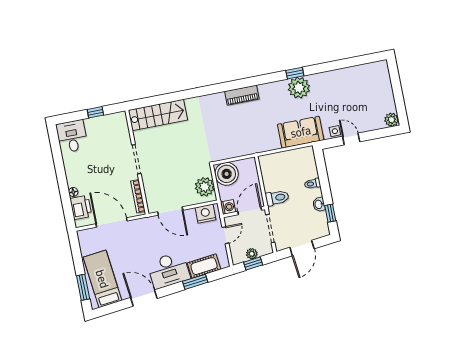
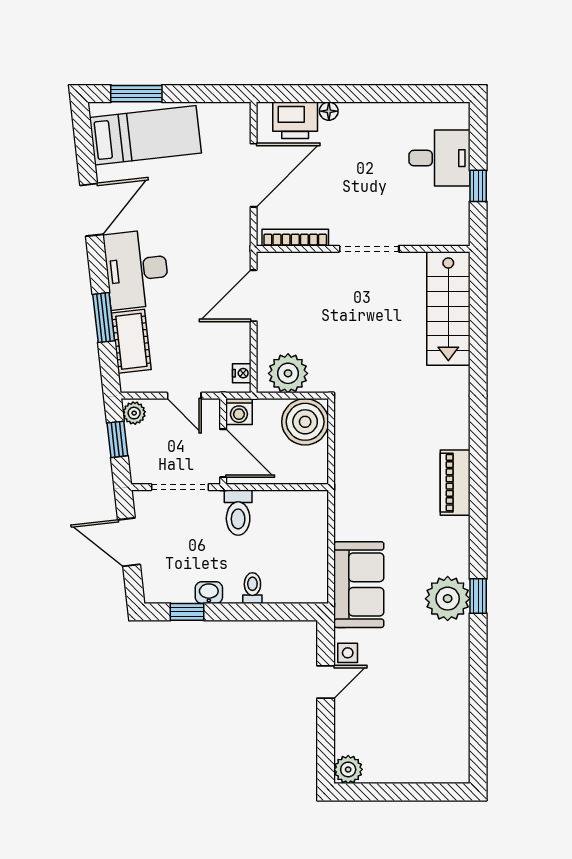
desk: (72, 136) -> (439, 158), moved
nightstand: (206, 214) -> (242, 373), width x0.53, depth x0.56
plant: (252, 254) -> (134, 413), moved

